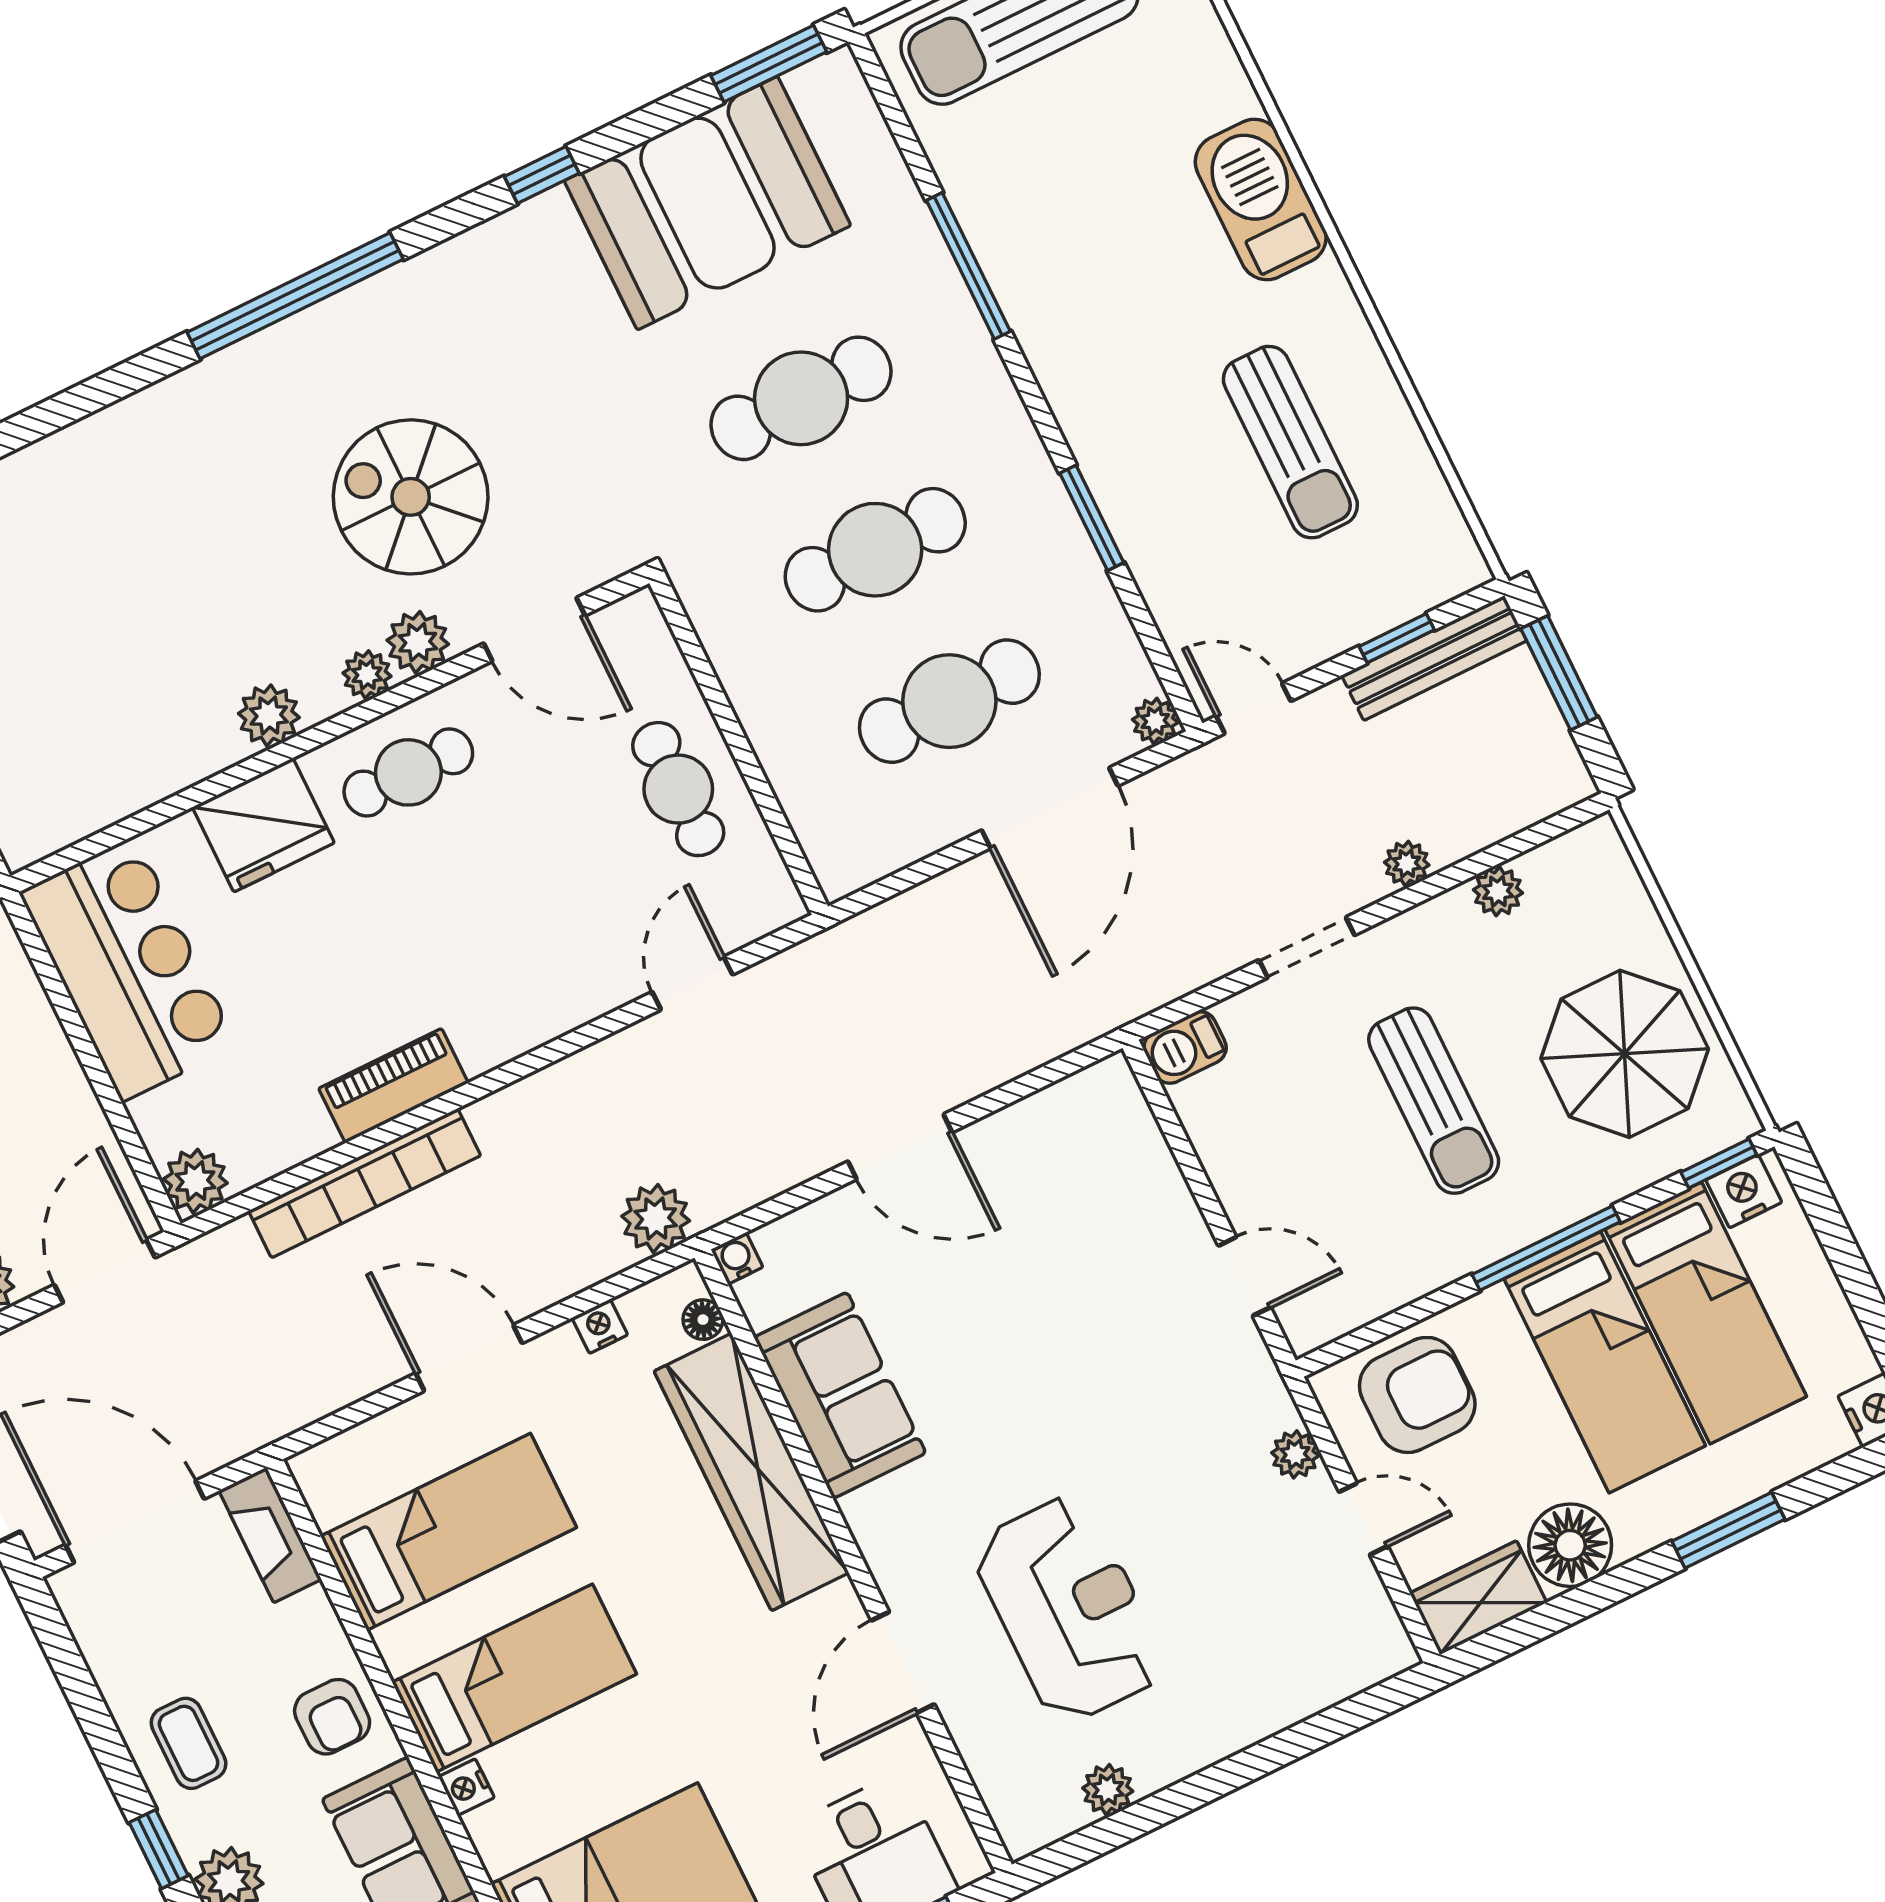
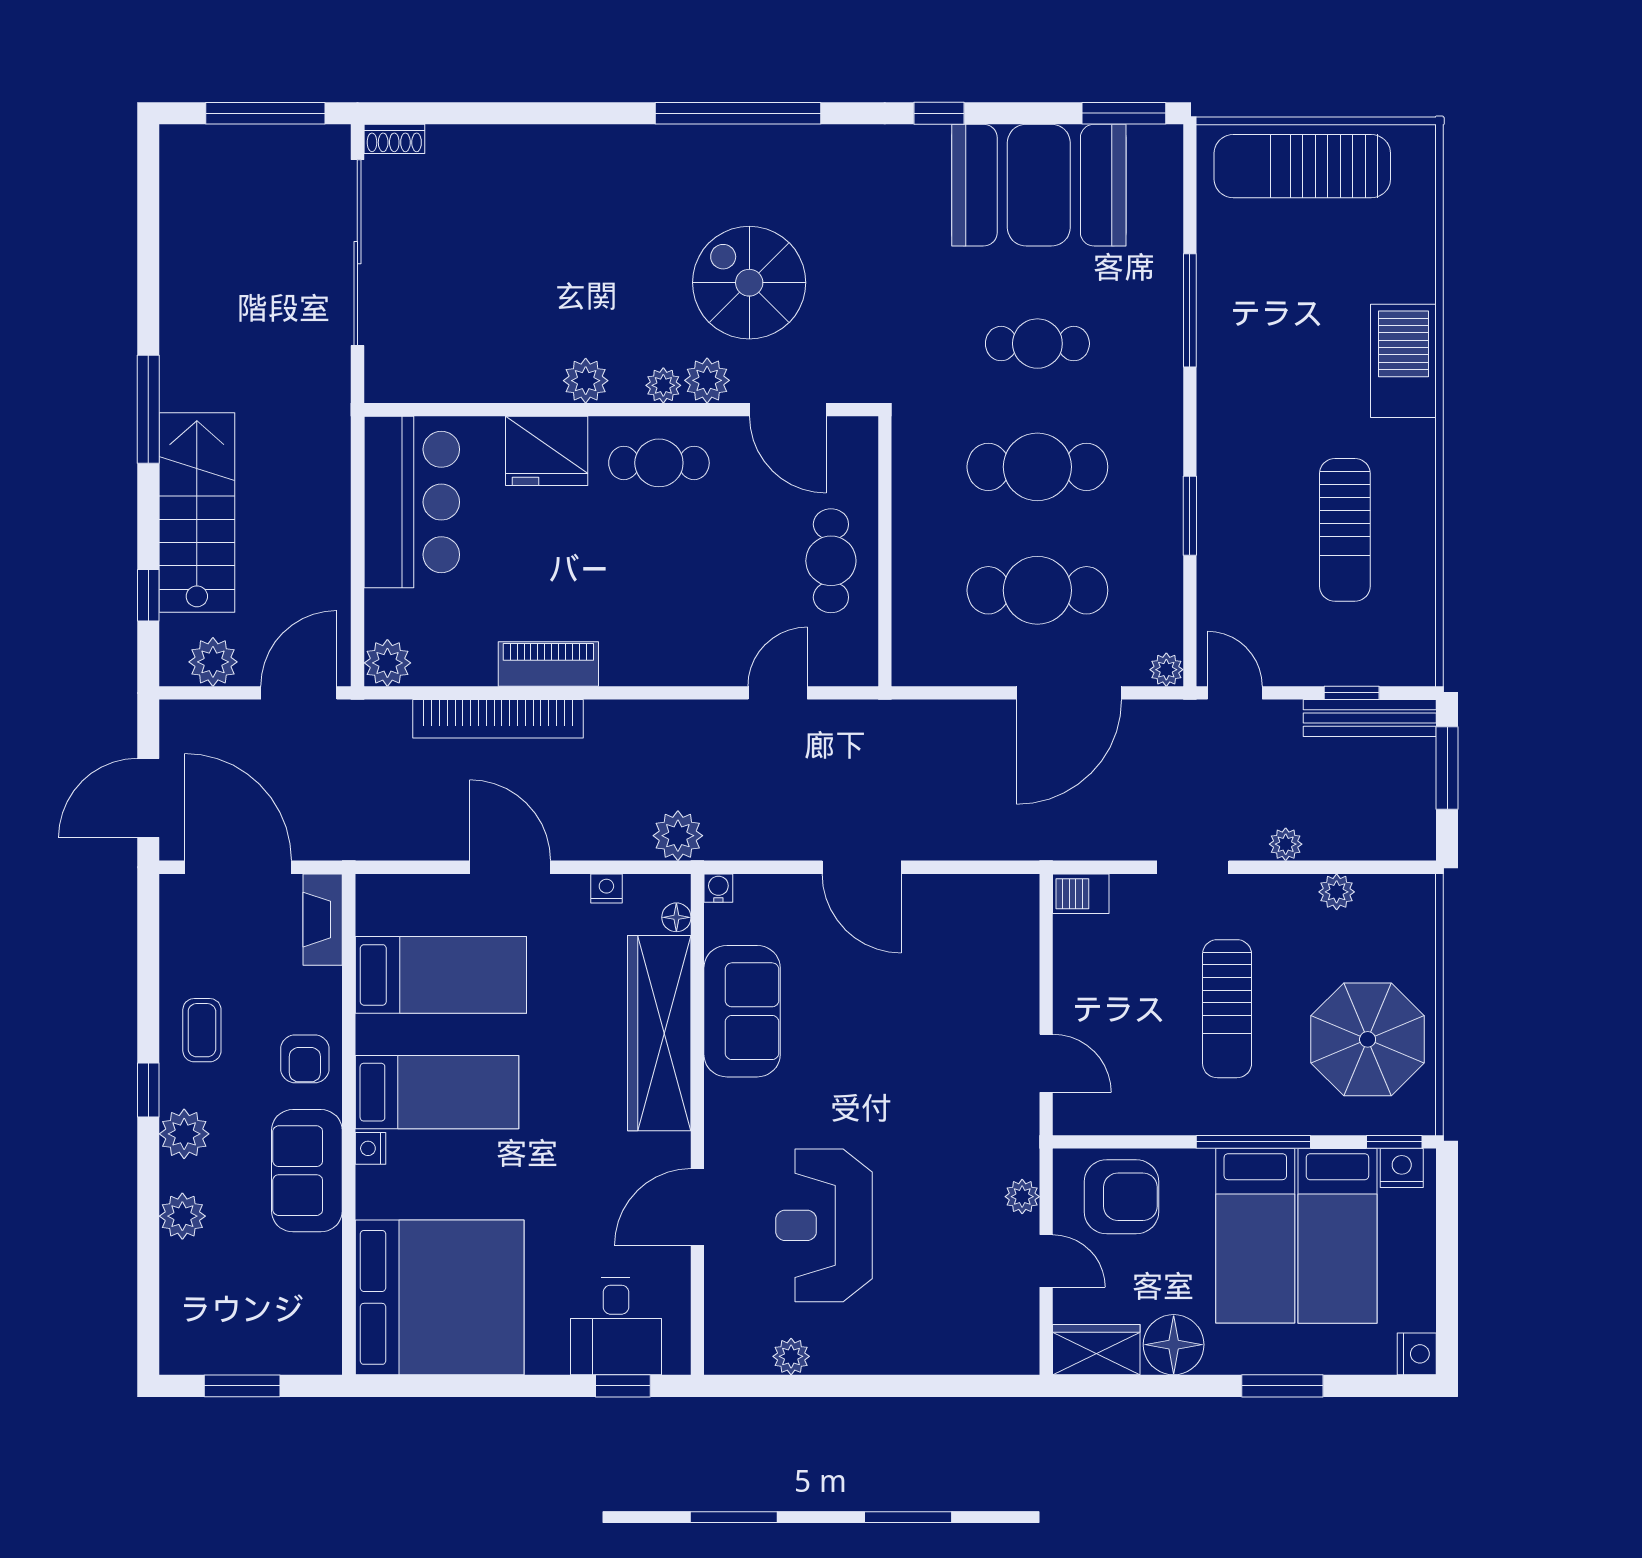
cafe table: (801, 398) -> (1037, 344), width x0.73, depth x0.74
reception desk: (1069, 1609) -> (824, 1225), turned 180

